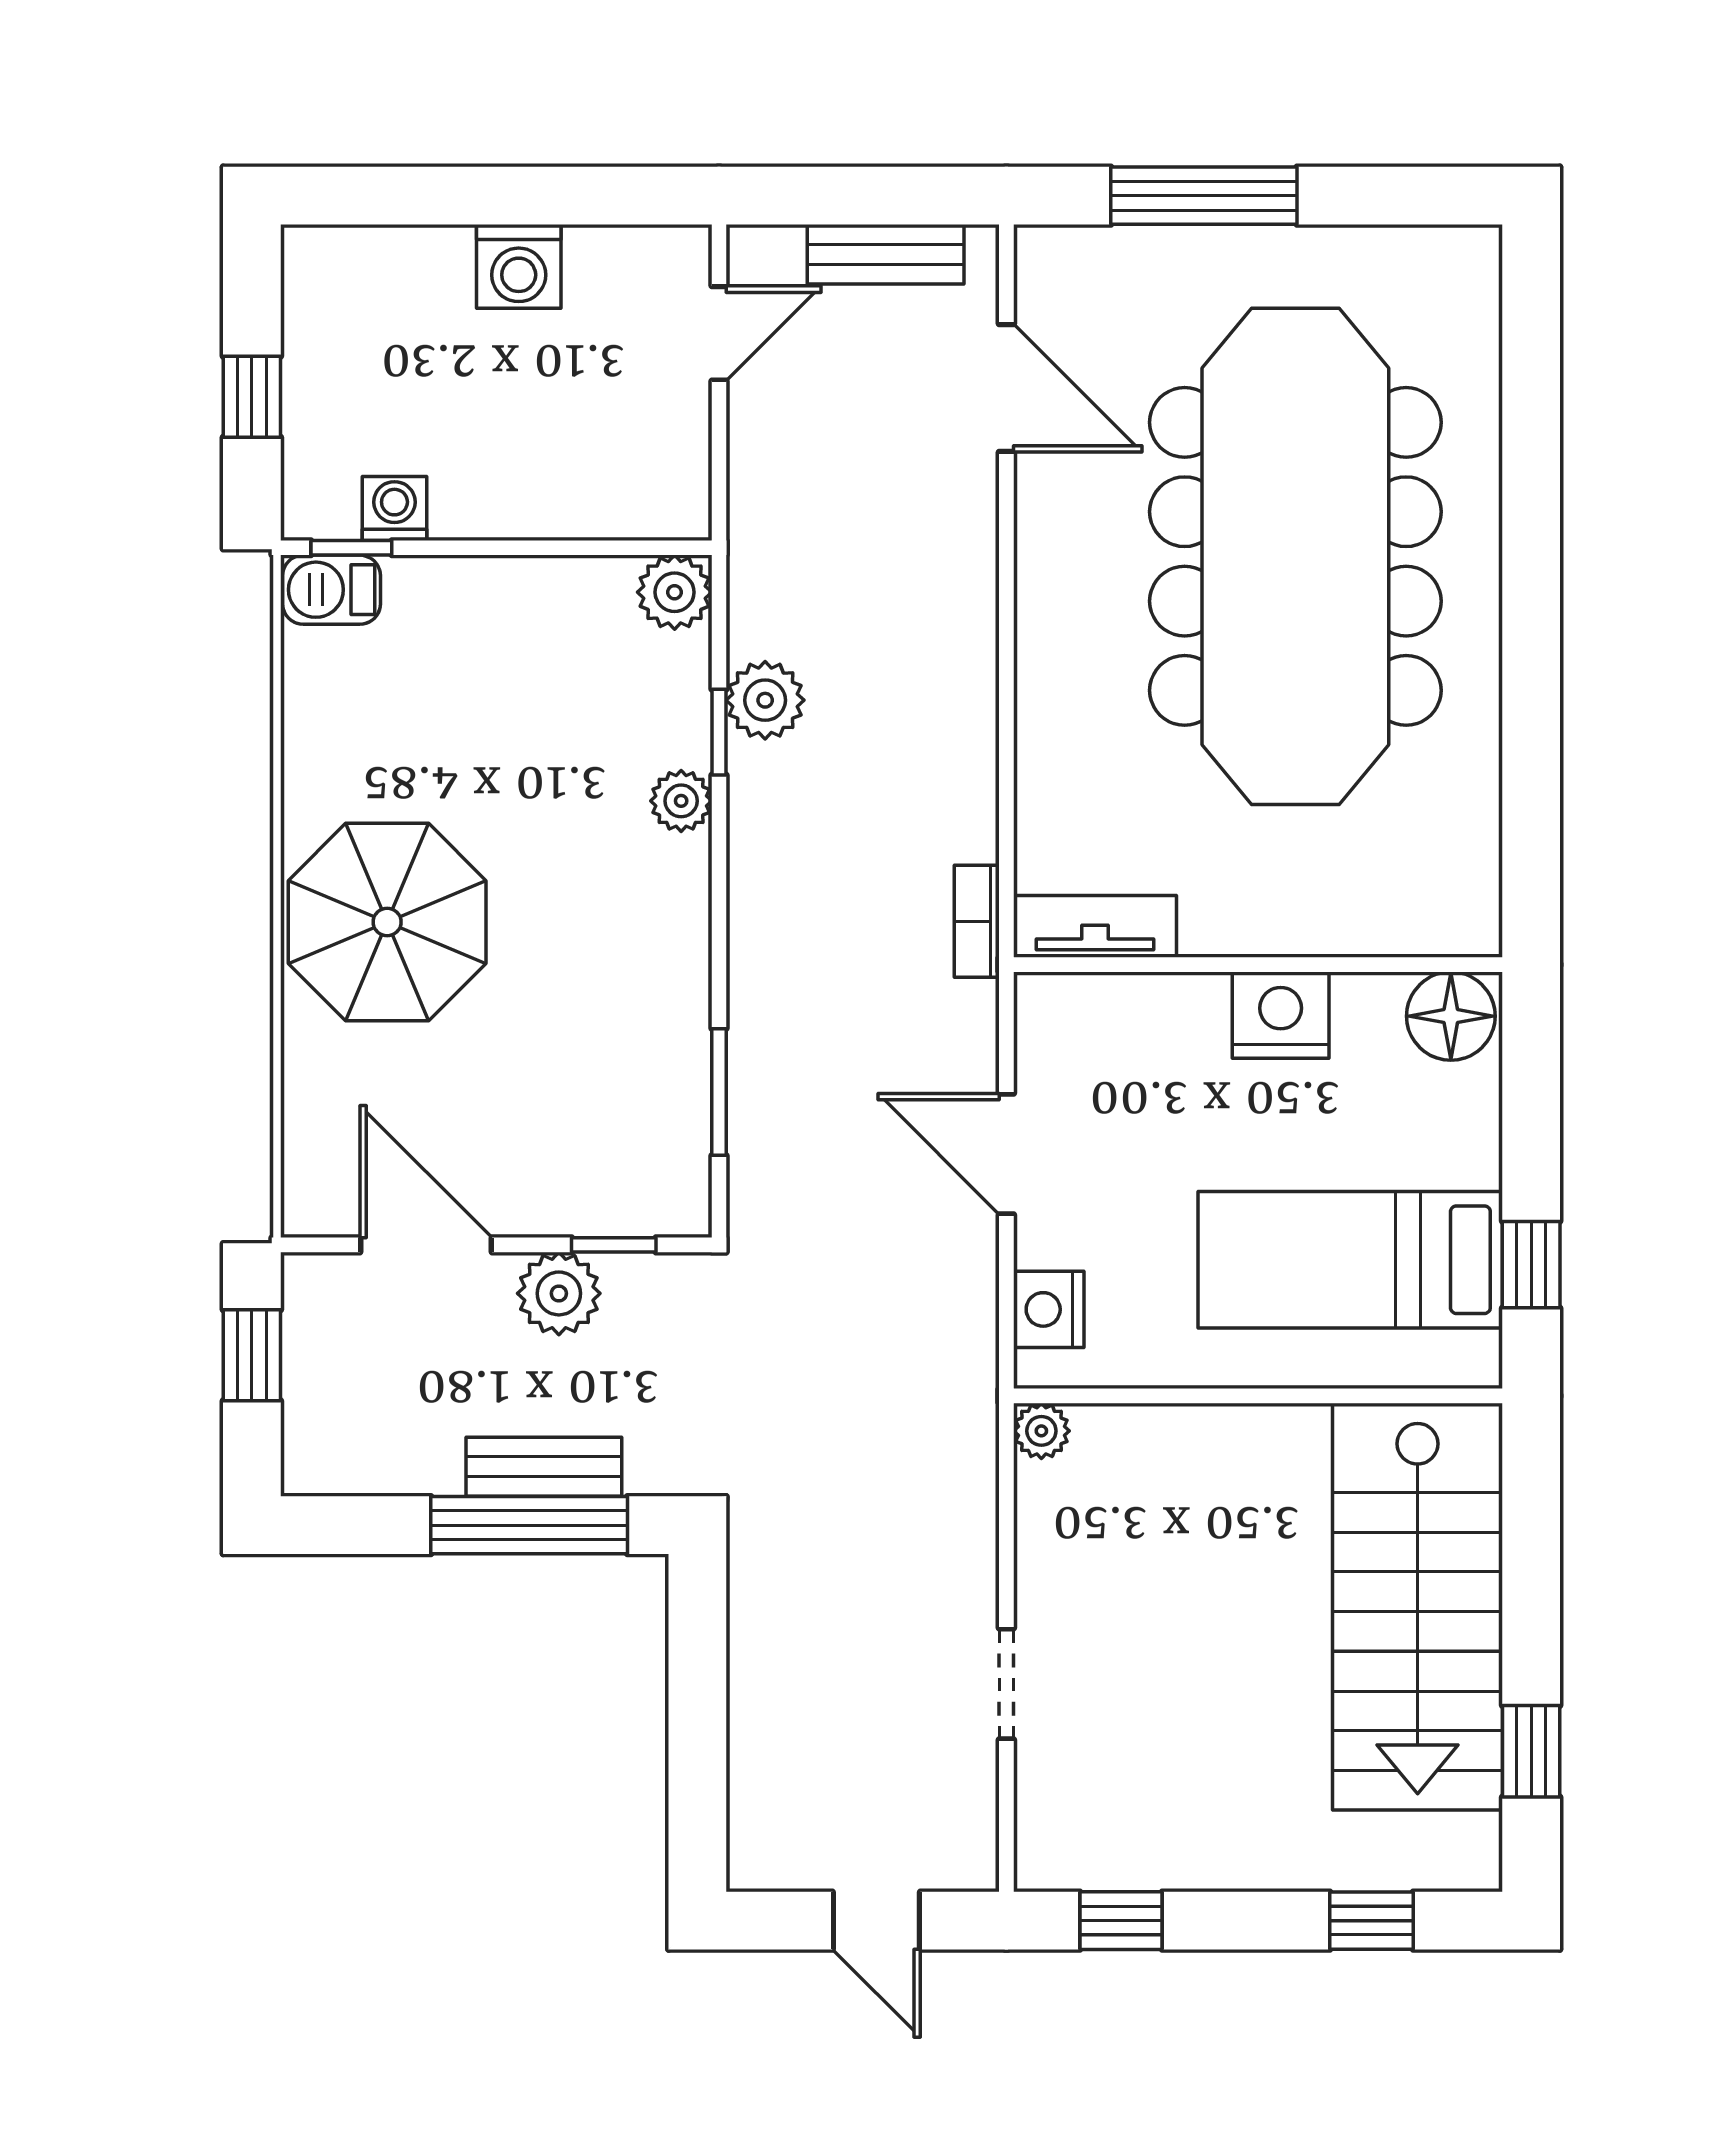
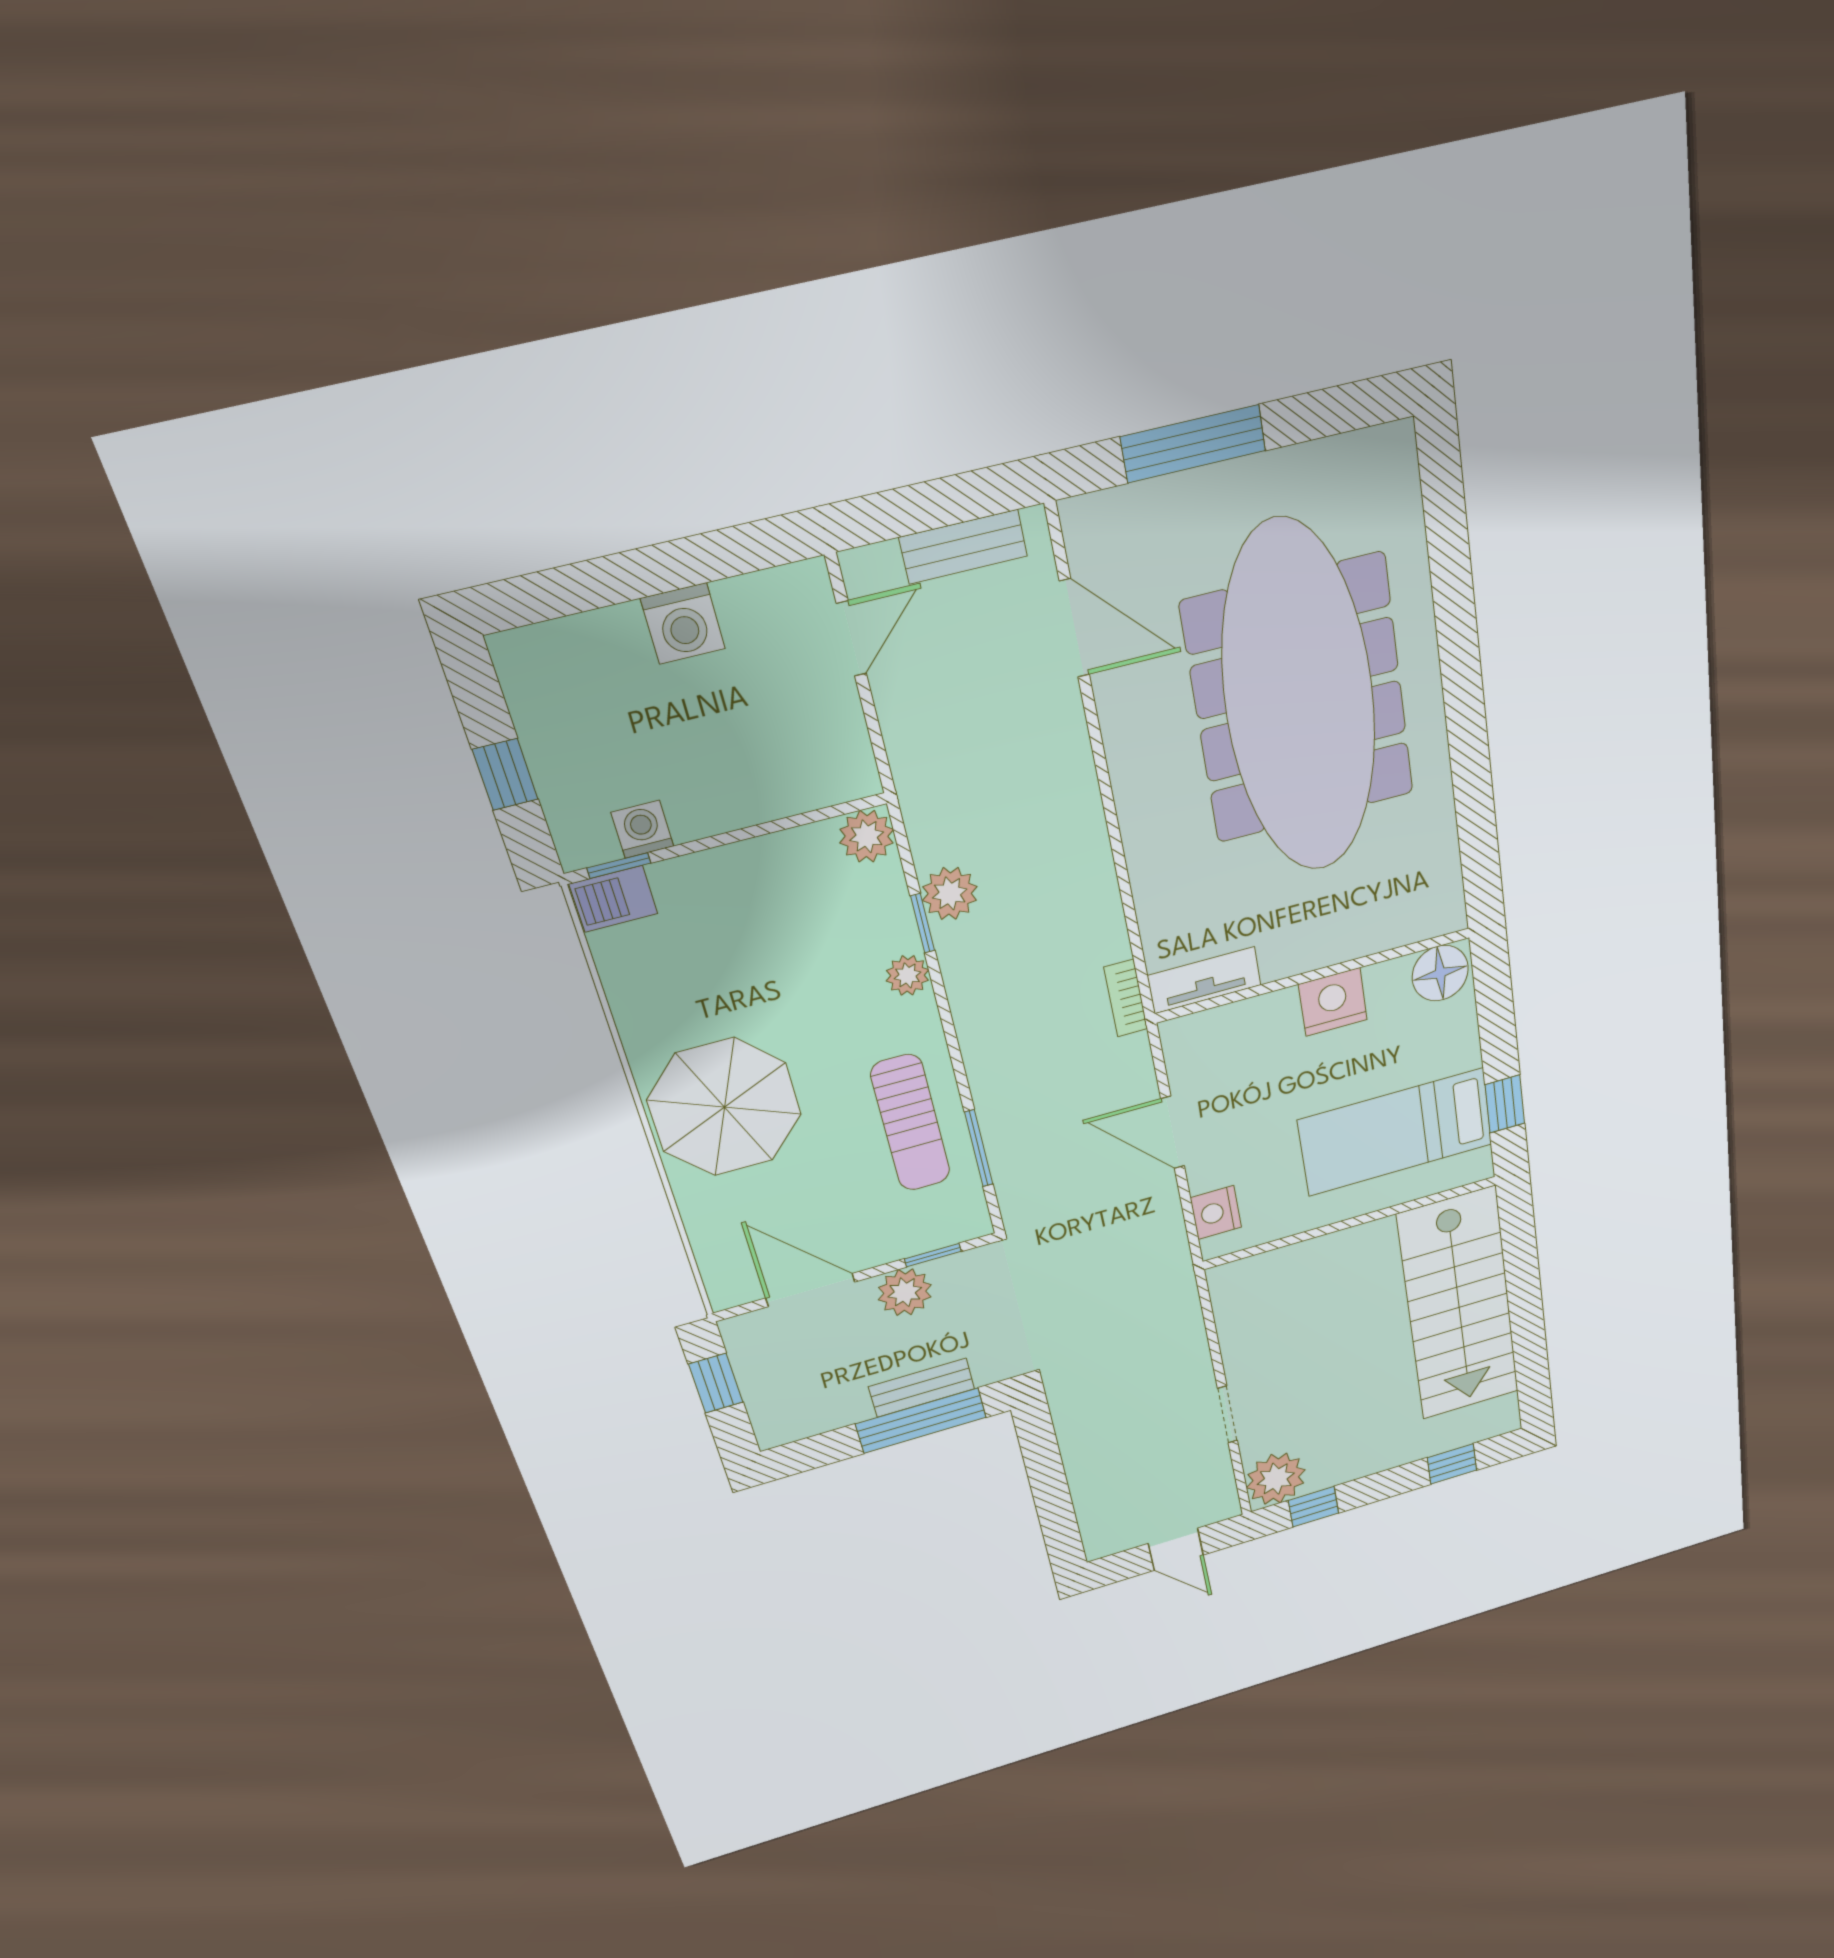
sun lounger: (632, 1023) -> (910, 1123), added
plant: (1041, 1431) -> (1276, 1479), moved, width x1.87, depth x1.87
window: (1531, 1751) -> (1531, 1357), removed

